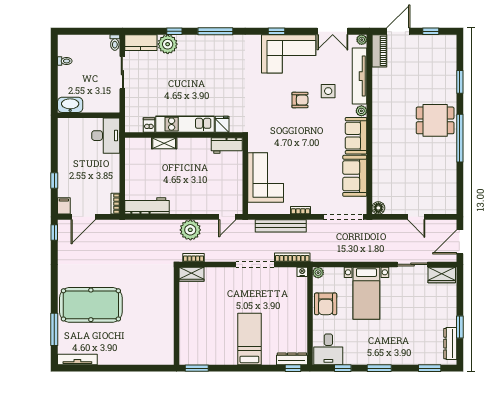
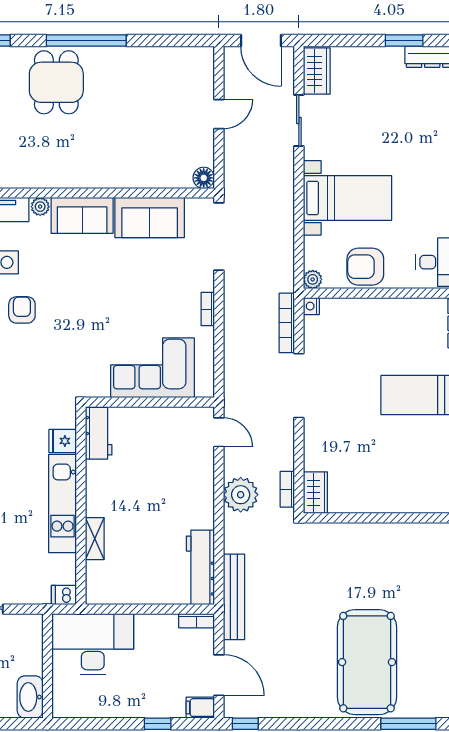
dishwasher: (149, 125) -> (64, 595), moved
desk: (106, 136) -> (93, 644), width x1.36, depth x1.30
bench: (281, 226) -> (234, 597), moved
armchair: (326, 304) -> (365, 267), turned 180

